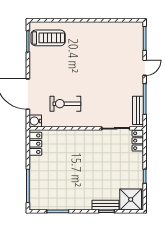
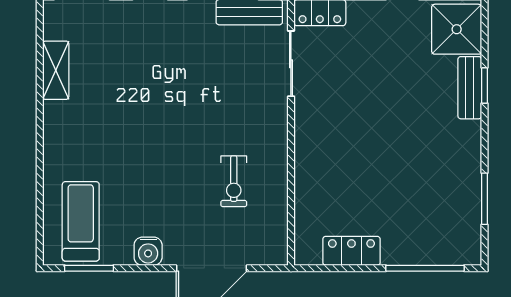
shelving: (113, 27) -> (56, 70), added
exercise bike: (65, 104) -> (234, 181), width x0.73, depth x0.72
water cooler: (35, 121) -> (148, 251), moved
locker: (35, 144) -> (351, 251), moved

